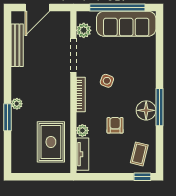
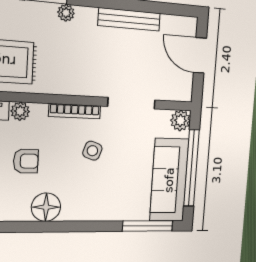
plant: (84, 30) -> (180, 121), moved
bench: (17, 45) -> (129, 19), moved
window: (159, 107) -> (148, 226), moved

